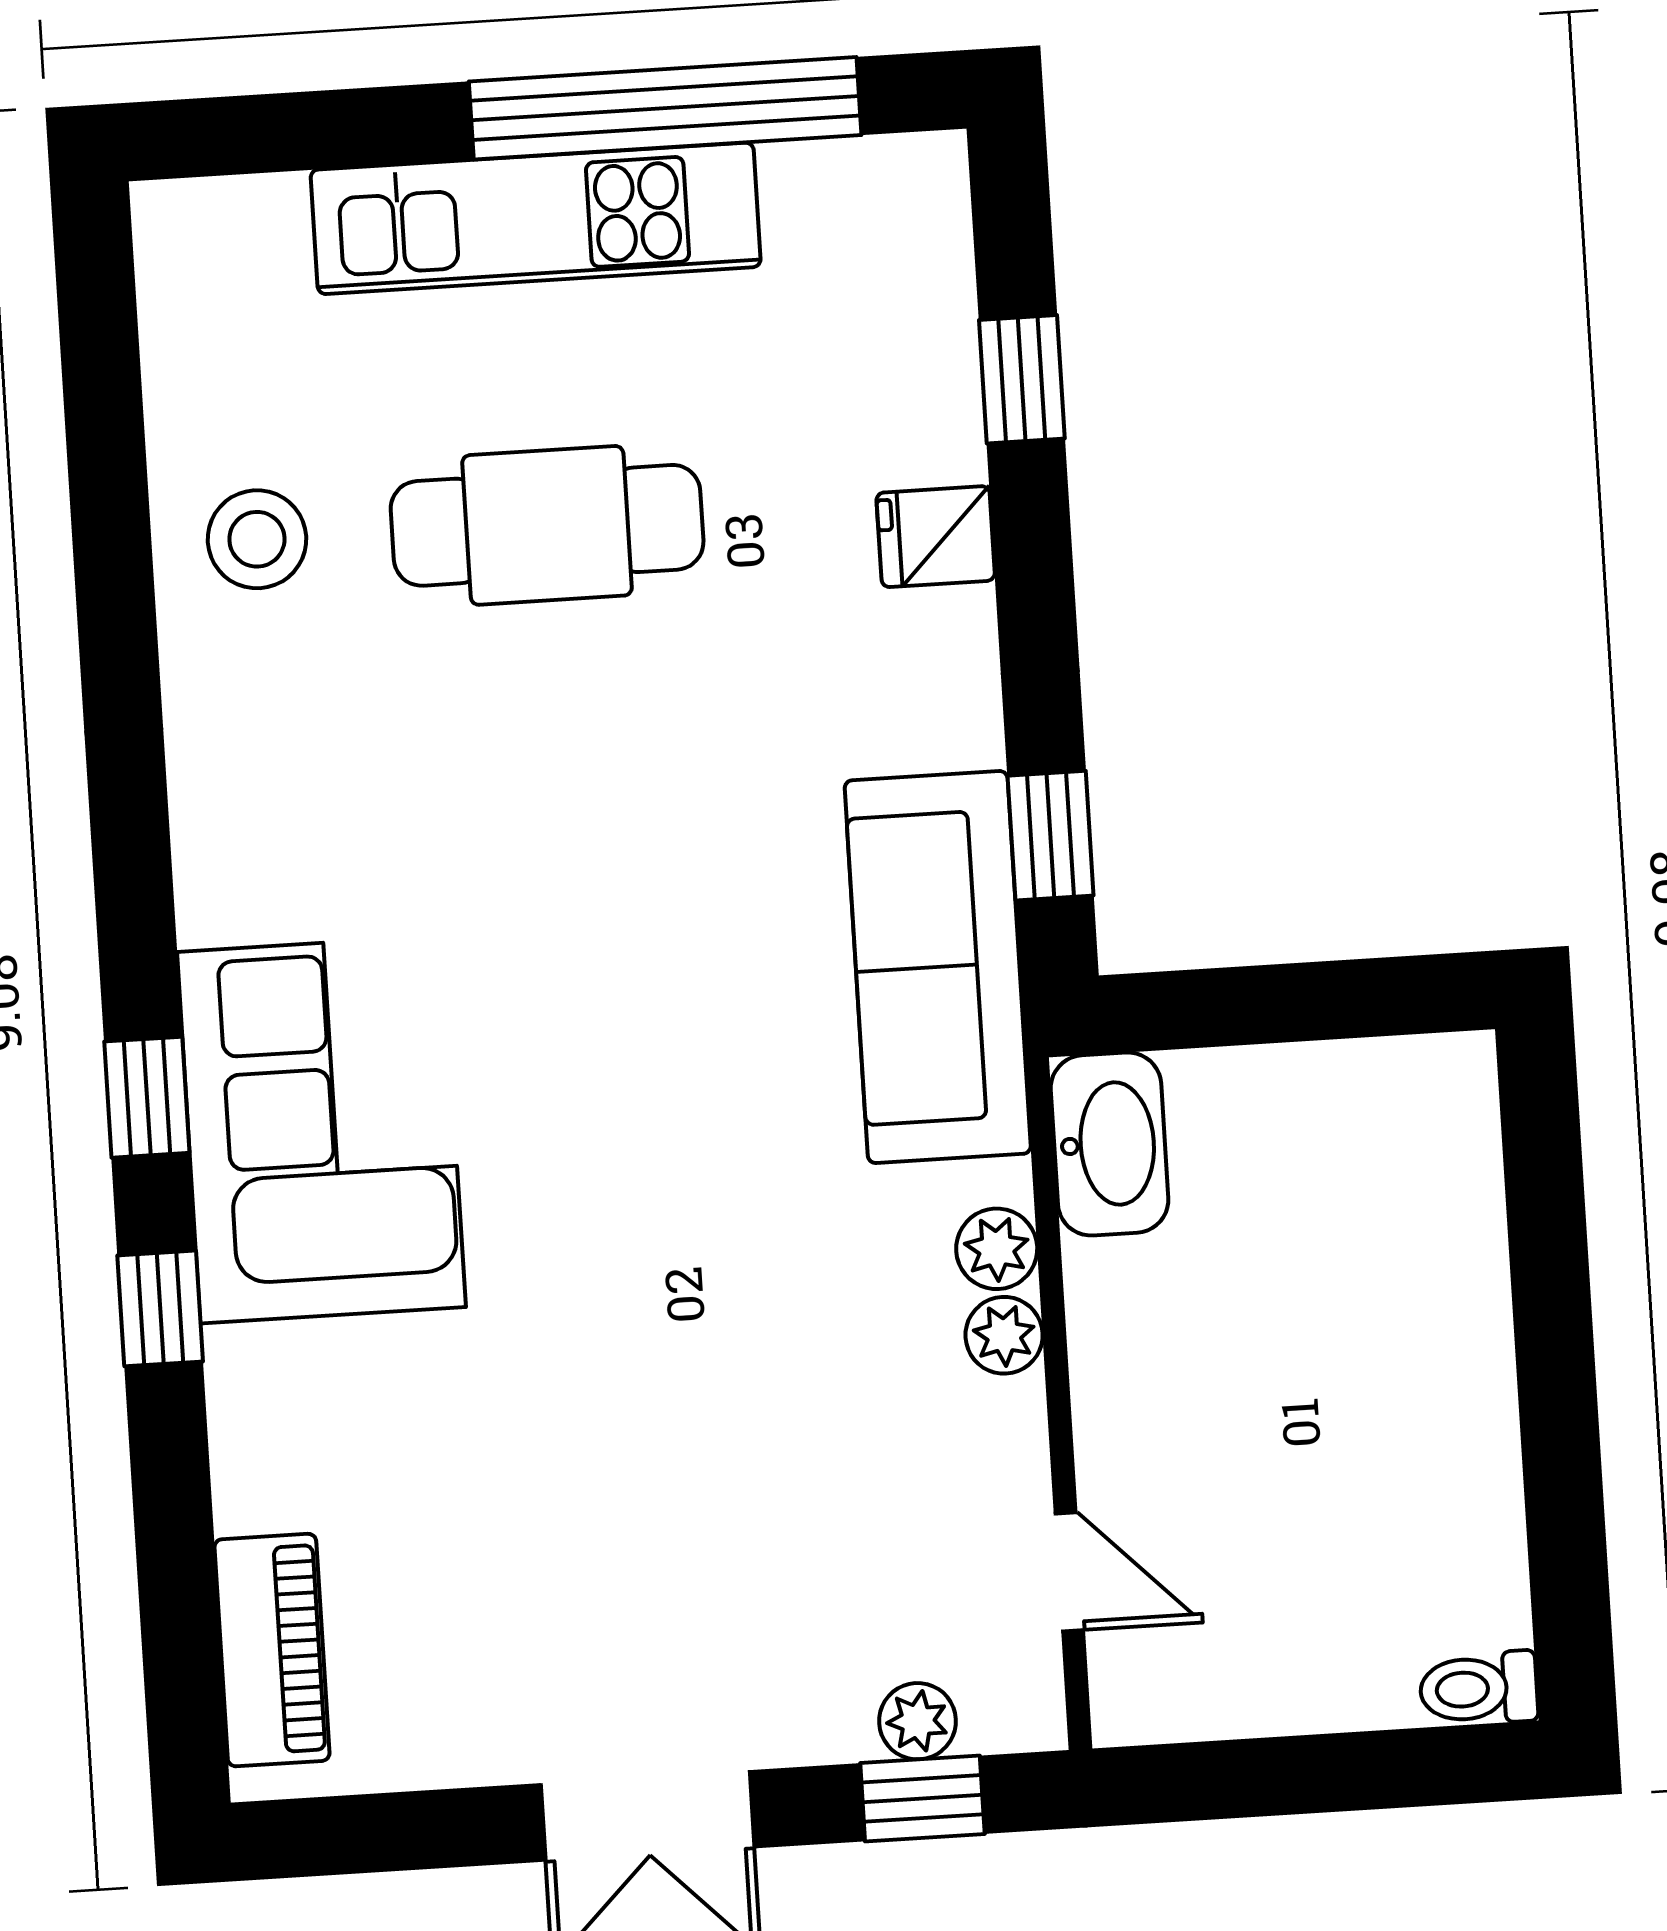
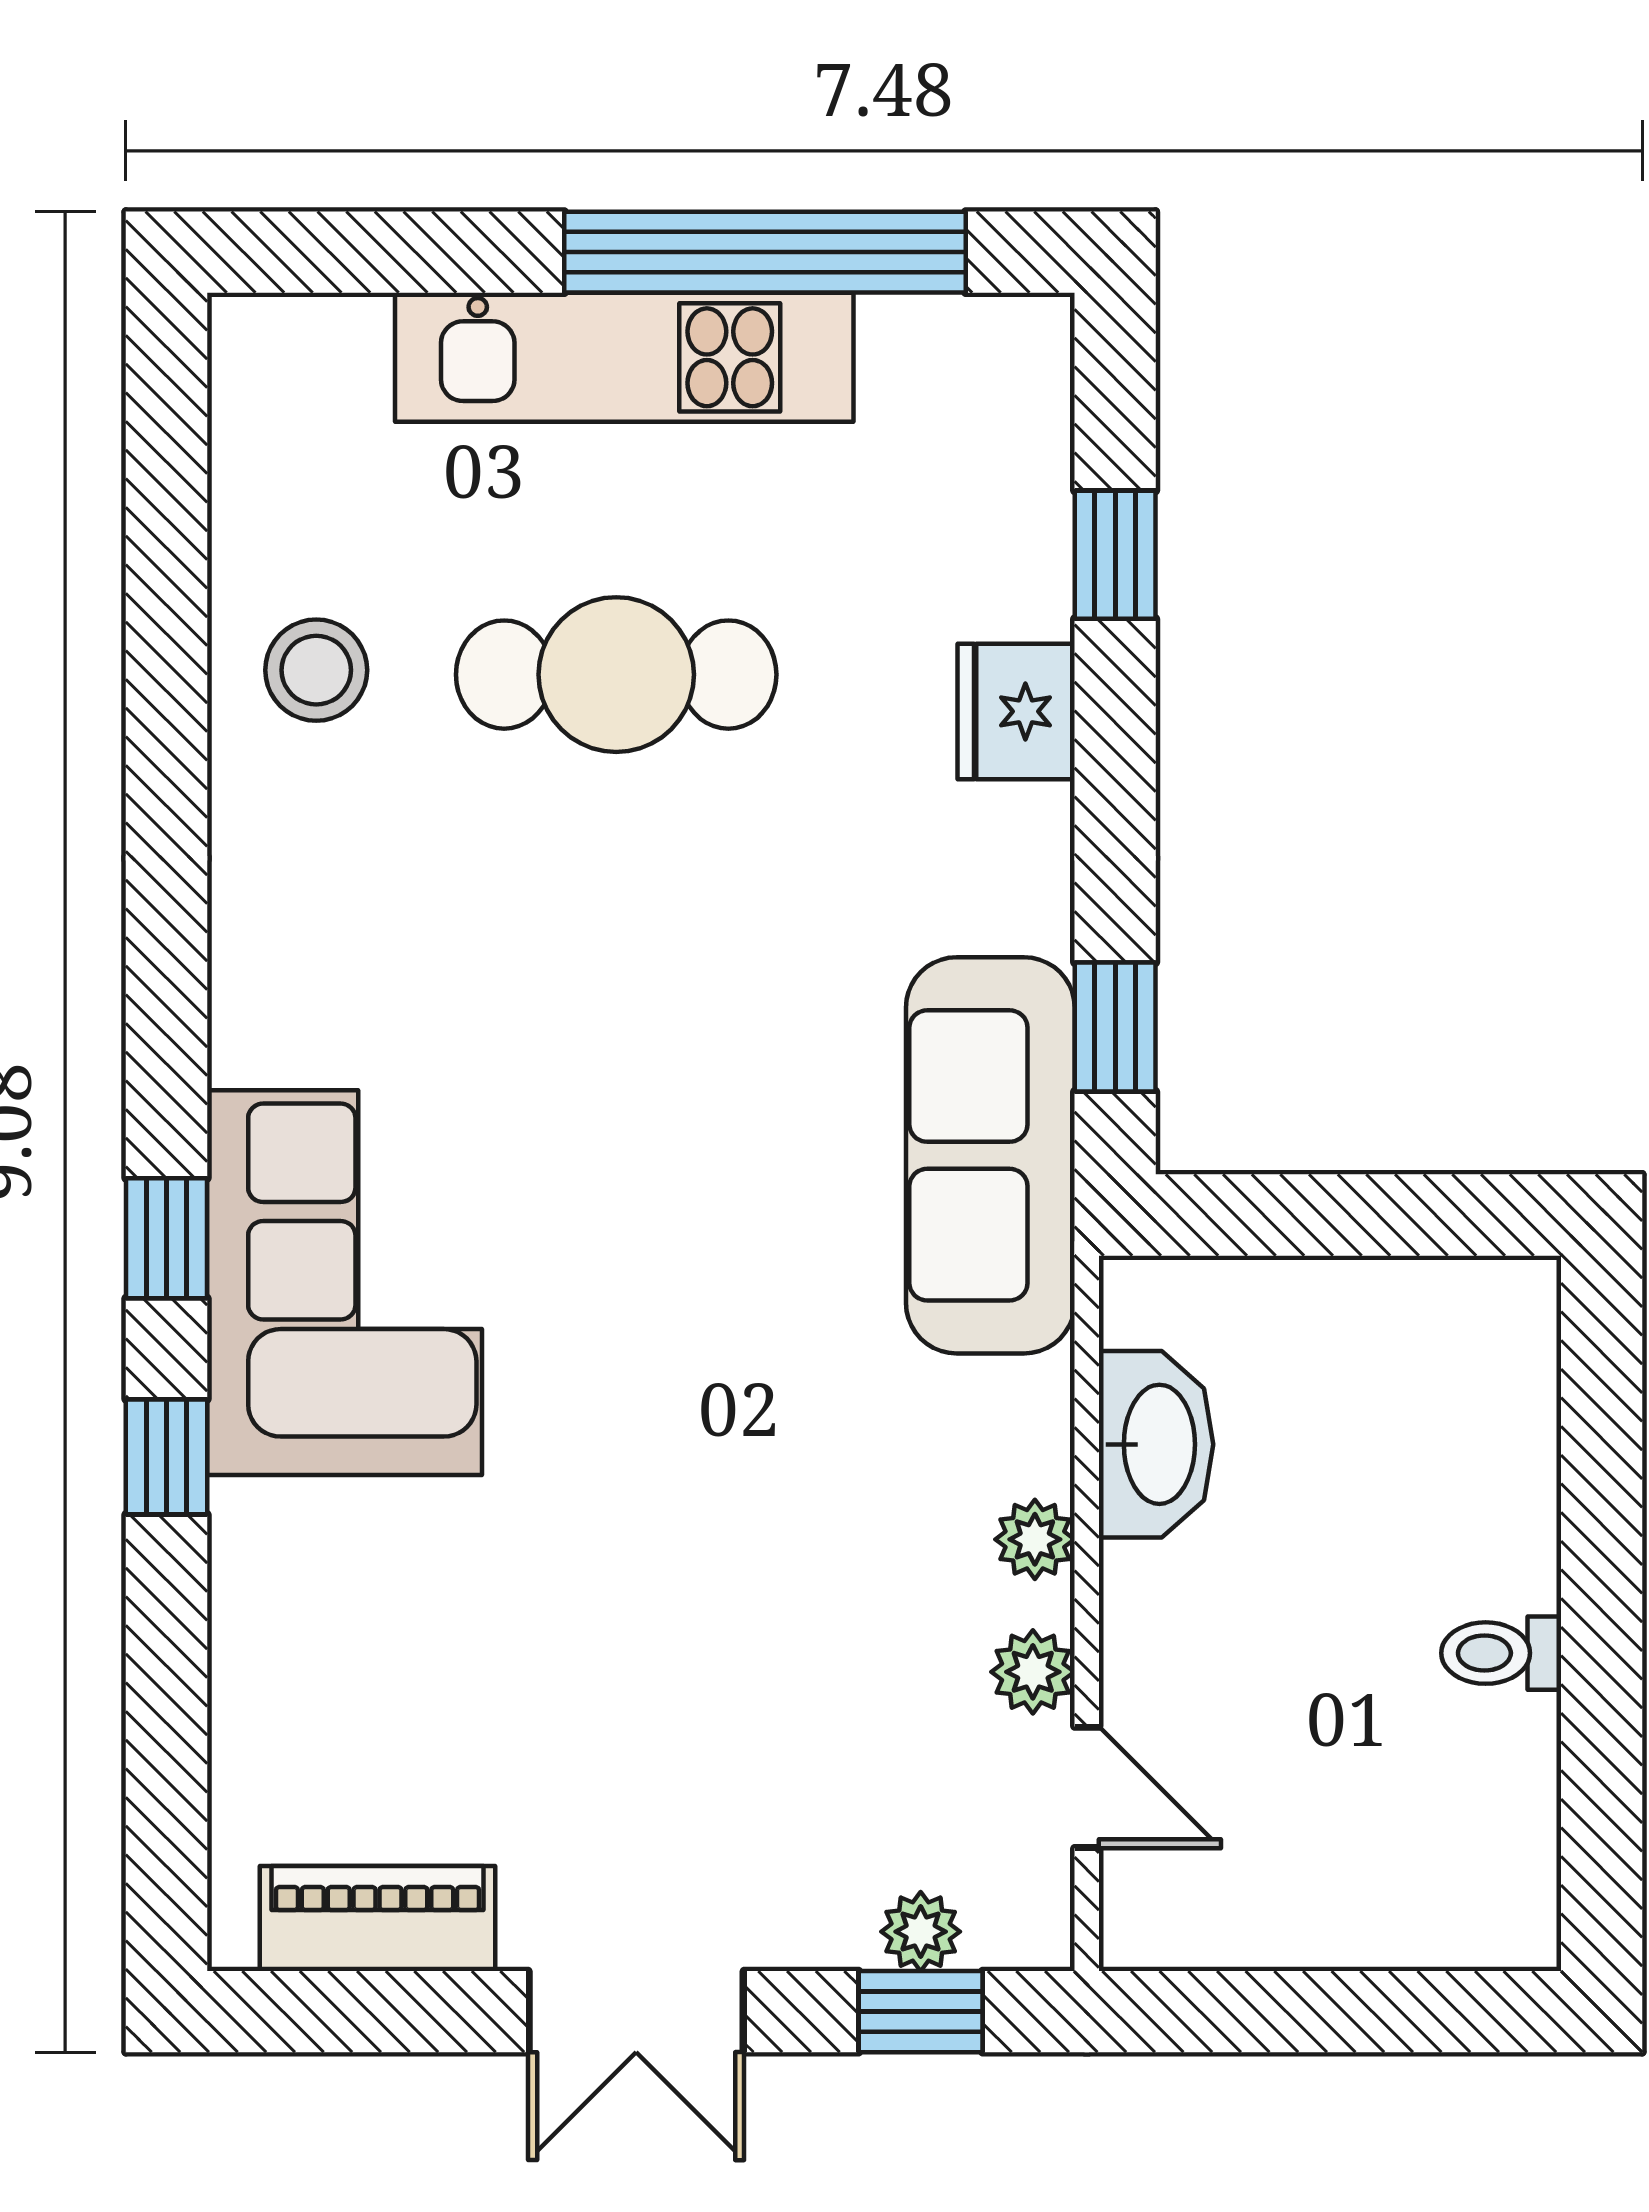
fridge: (936, 537) -> (1016, 711), width x1.38
washbasin: (1110, 1144) -> (1156, 1444), moved
plant: (997, 1249) -> (1033, 1672), moved
piano: (272, 1650) -> (378, 1918), moved, turned -90
toilet: (1479, 1689) -> (1501, 1653), moved

